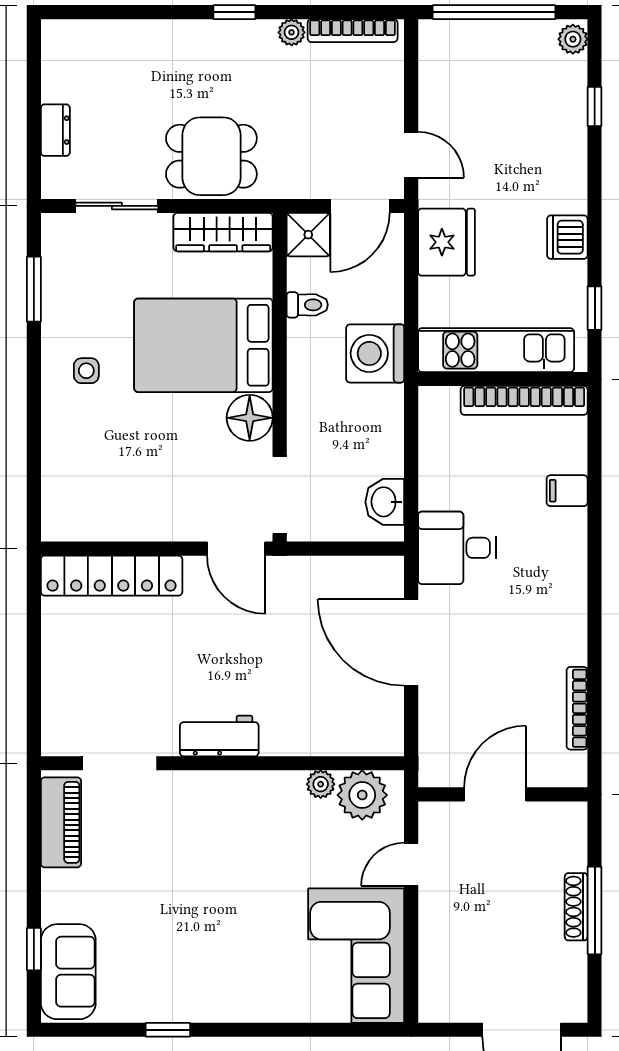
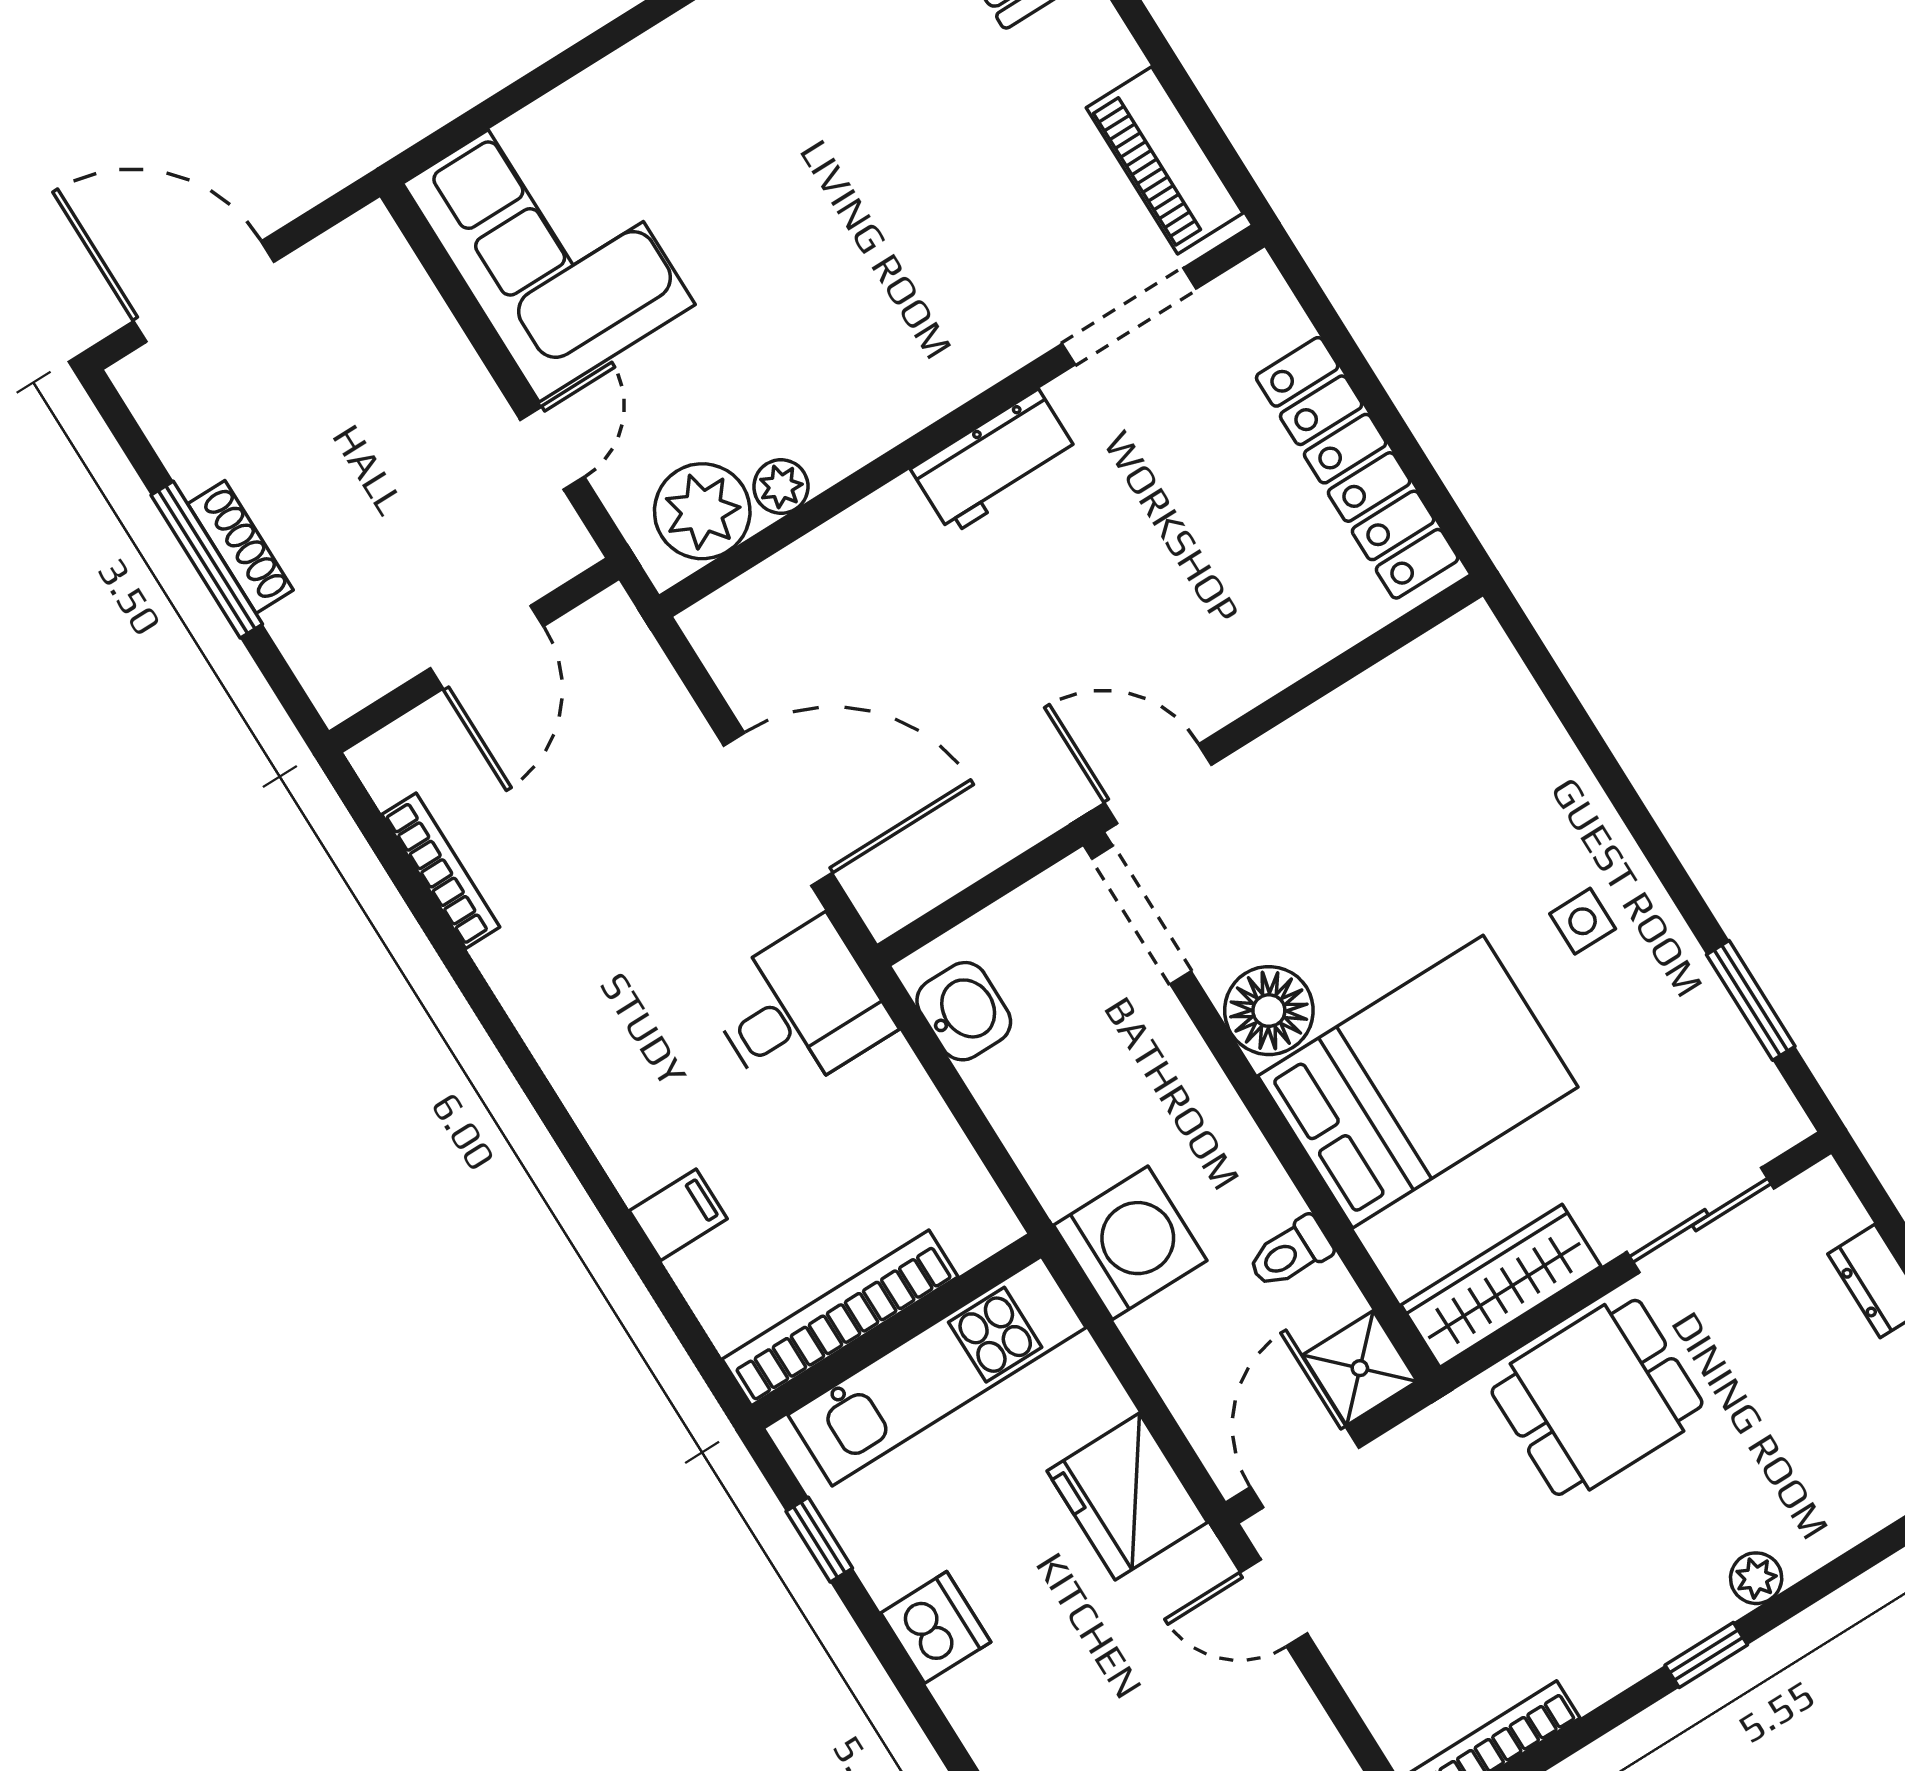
plant: (292, 32) -> (1756, 1578), moved
locker: (112, 576) -> (1357, 468), moved, turned -90

